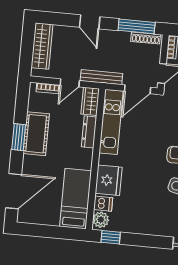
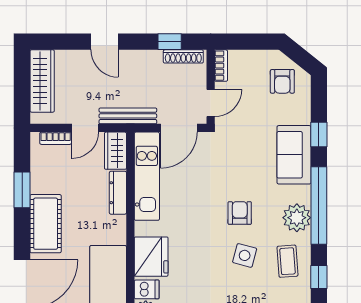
window: (137, 26) -> (170, 42), width x0.46
cot: (36, 134) -> (46, 224), moved
window: (19, 137) -> (22, 190), moved

